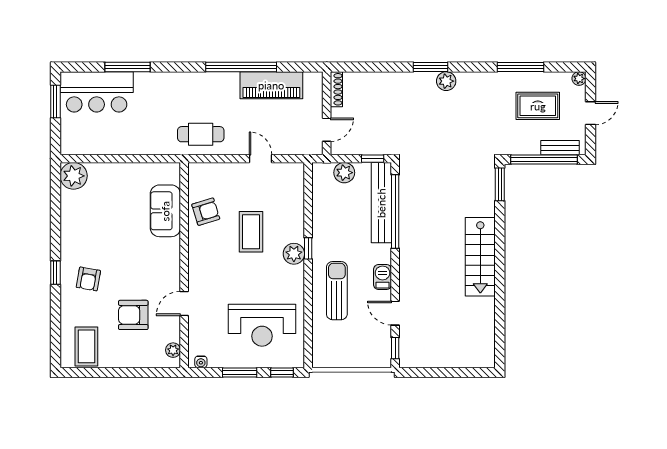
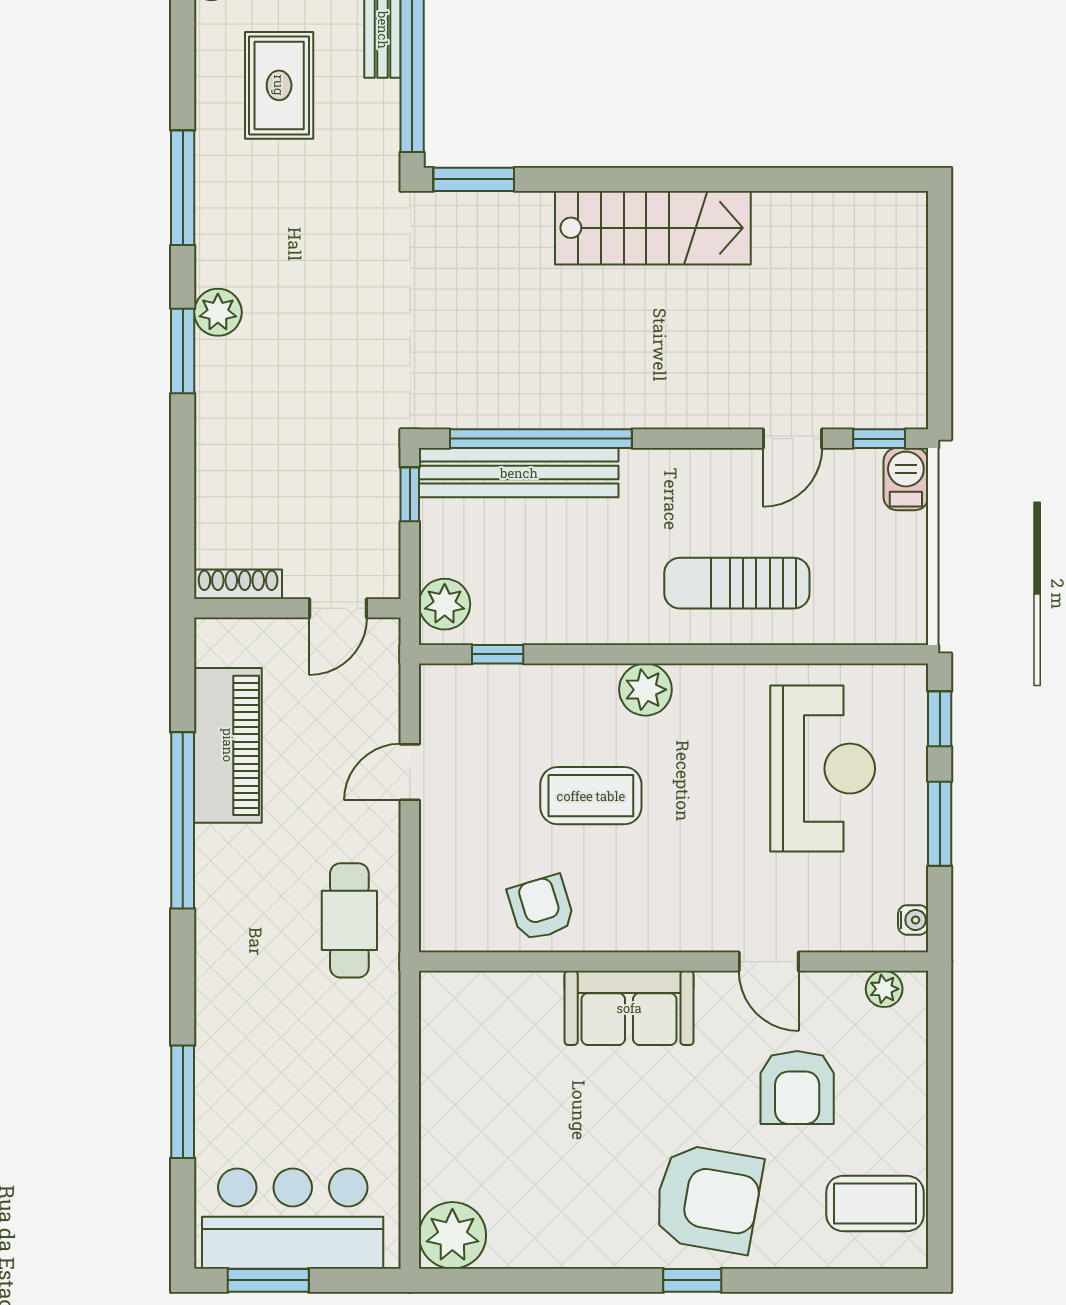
window: (520, 67) -> (183, 188), moved
bar counter: (97, 92) -> (293, 1219), moved, turned -90
door: (327, 130) -> (338, 608), swing flipped
plant: (344, 173) -> (445, 604), moved
sofa: (165, 211) -> (629, 1008), moved
window: (308, 248) -> (498, 654), moved
barbecue: (383, 277) -> (906, 479), moved, turned 90
armchair: (88, 279) -> (708, 1199), width x1.88, depth x1.88

